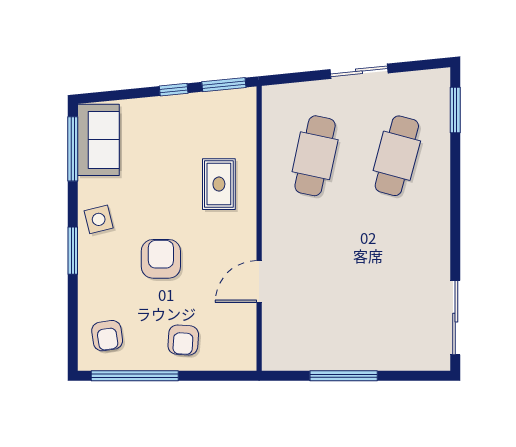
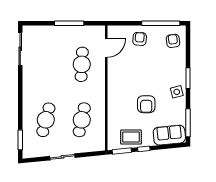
sofa: (98, 140) -> (169, 135), moved, turned 84
rug: (219, 184) -> (131, 137), moved, turned 90
armchair: (161, 259) -> (146, 104), moved
door: (259, 282) -> (106, 48), moved
cafe table: (315, 282) -> (82, 64), added

